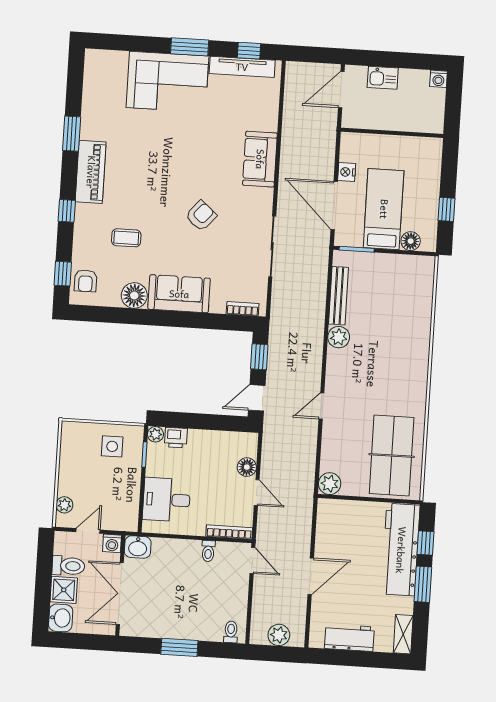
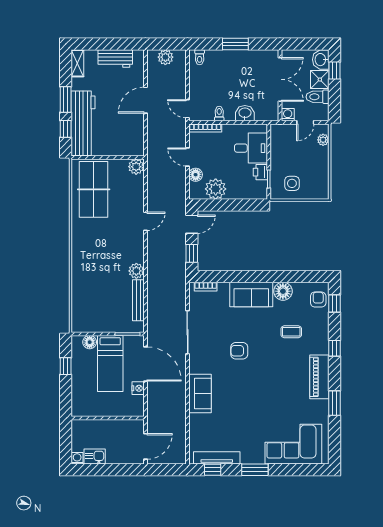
kitchen sink: (383, 78) -> (95, 457), moved
corner sofa: (167, 82) -> (293, 444), moved
armchair: (201, 216) -> (239, 351), turned 49
plant: (155, 434) -> (216, 189), moved, width x1.88, depth x1.88
printer: (176, 438) -> (260, 172), moved, turned -90
washbasin: (138, 547) -> (245, 113), moved
window: (42, 601) -> (335, 71), added

